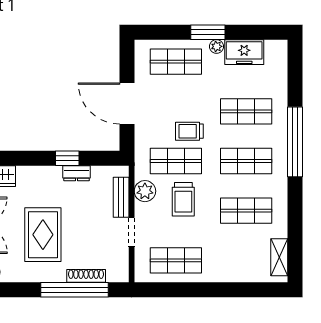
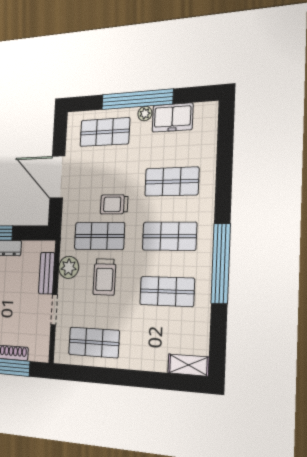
window: (208, 32) -> (137, 99), width x2.11
window: (295, 142) -> (221, 263), moved
shelving: (279, 257) -> (188, 365), moved, turned 90

